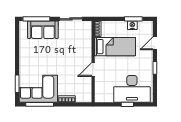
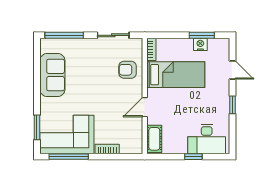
sofa: (43, 30) -> (52, 75), moved, turned -90
armchair: (81, 43) -> (128, 70), added
door: (155, 43) -> (232, 70), swing flipped
desk: (132, 89) -> (207, 139), width x0.73, depth x0.77
cot: (100, 92) -> (154, 139), added

